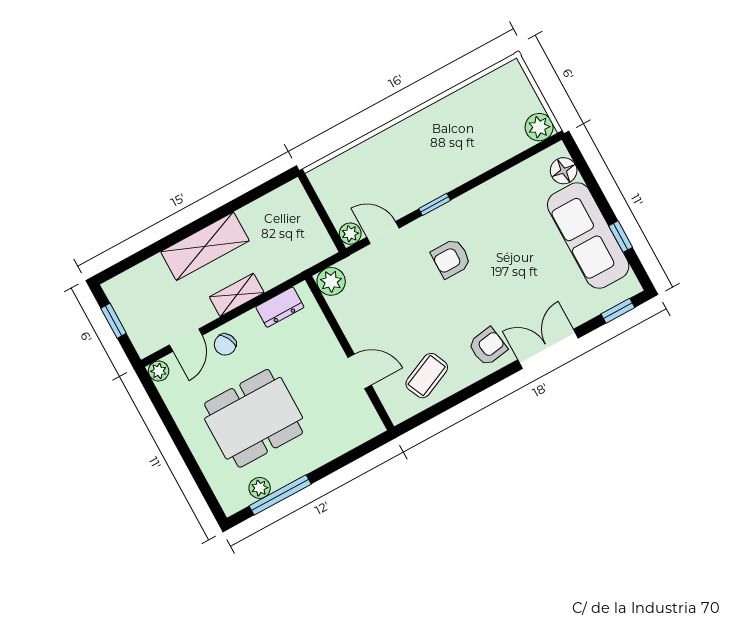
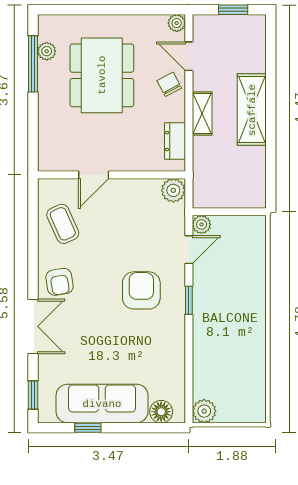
armchair: (451, 258) -> (141, 290), width x1.38, depth x1.38

